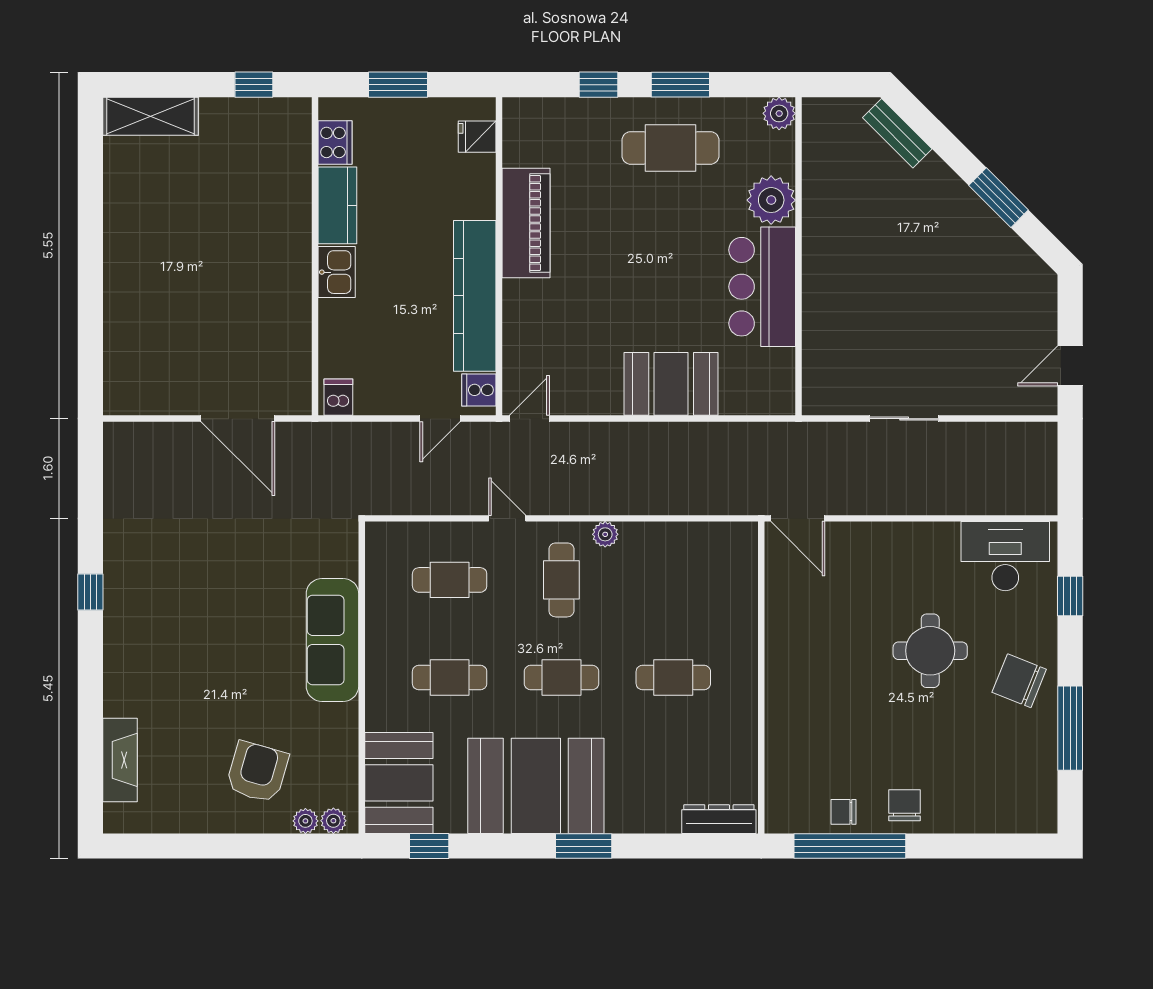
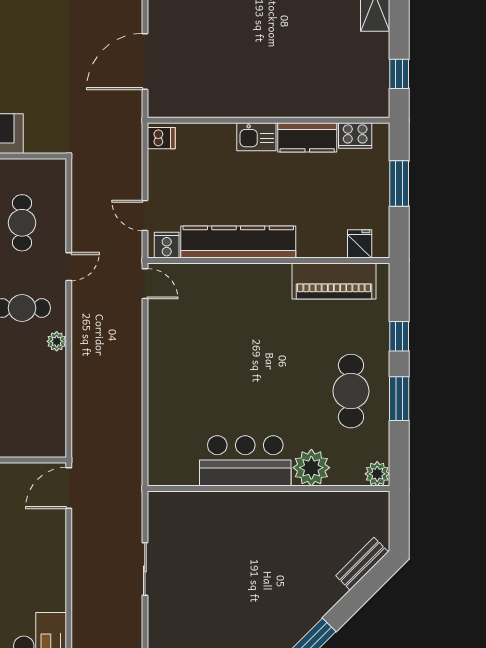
piano: (526, 223) -> (334, 281), moved
booth: (671, 384) -> (171, 391), removed

